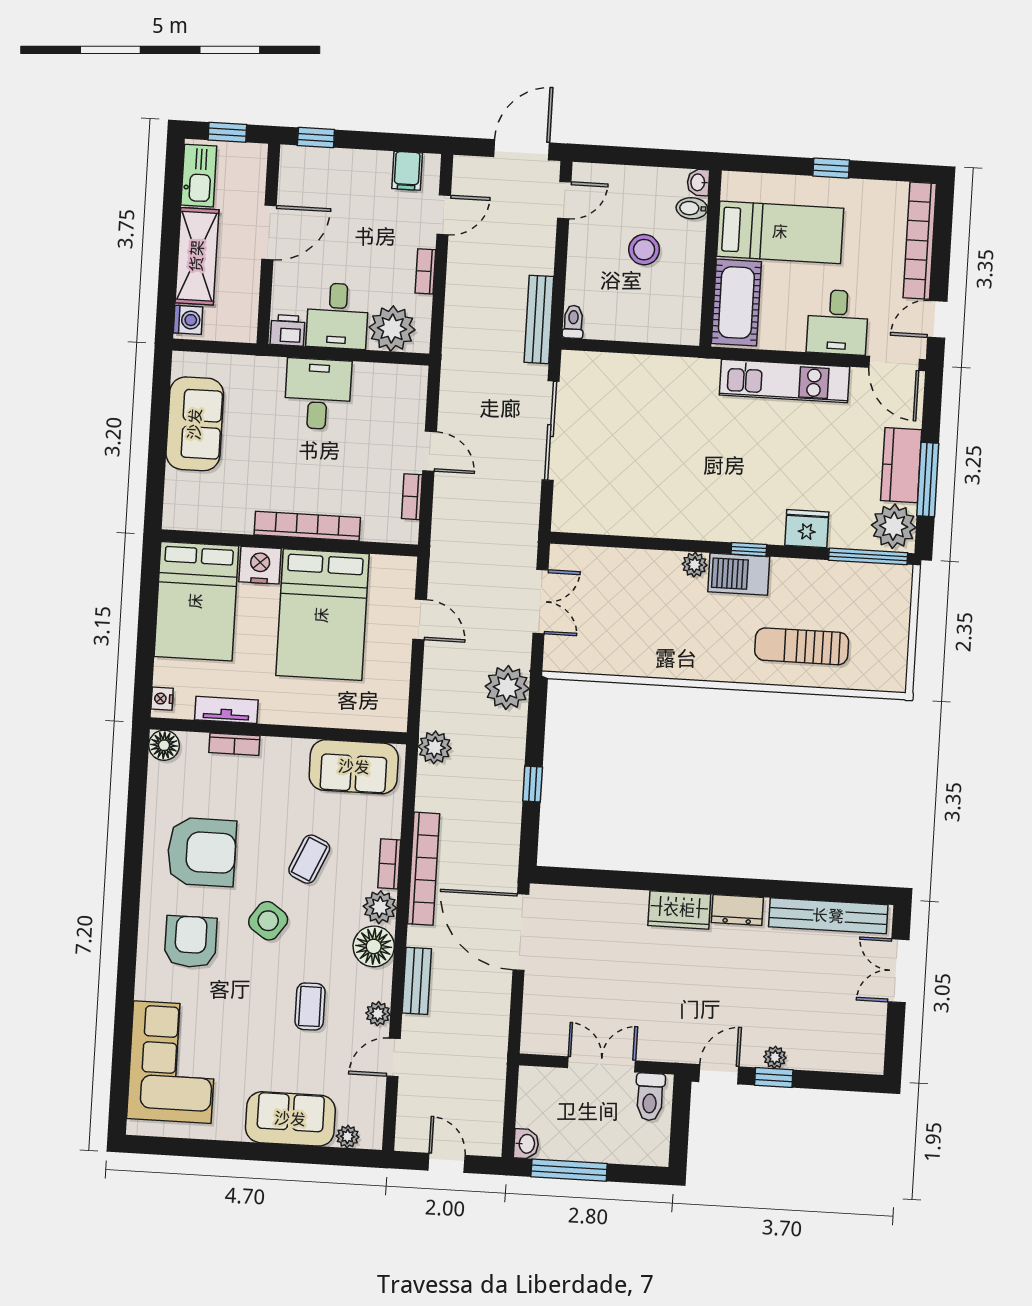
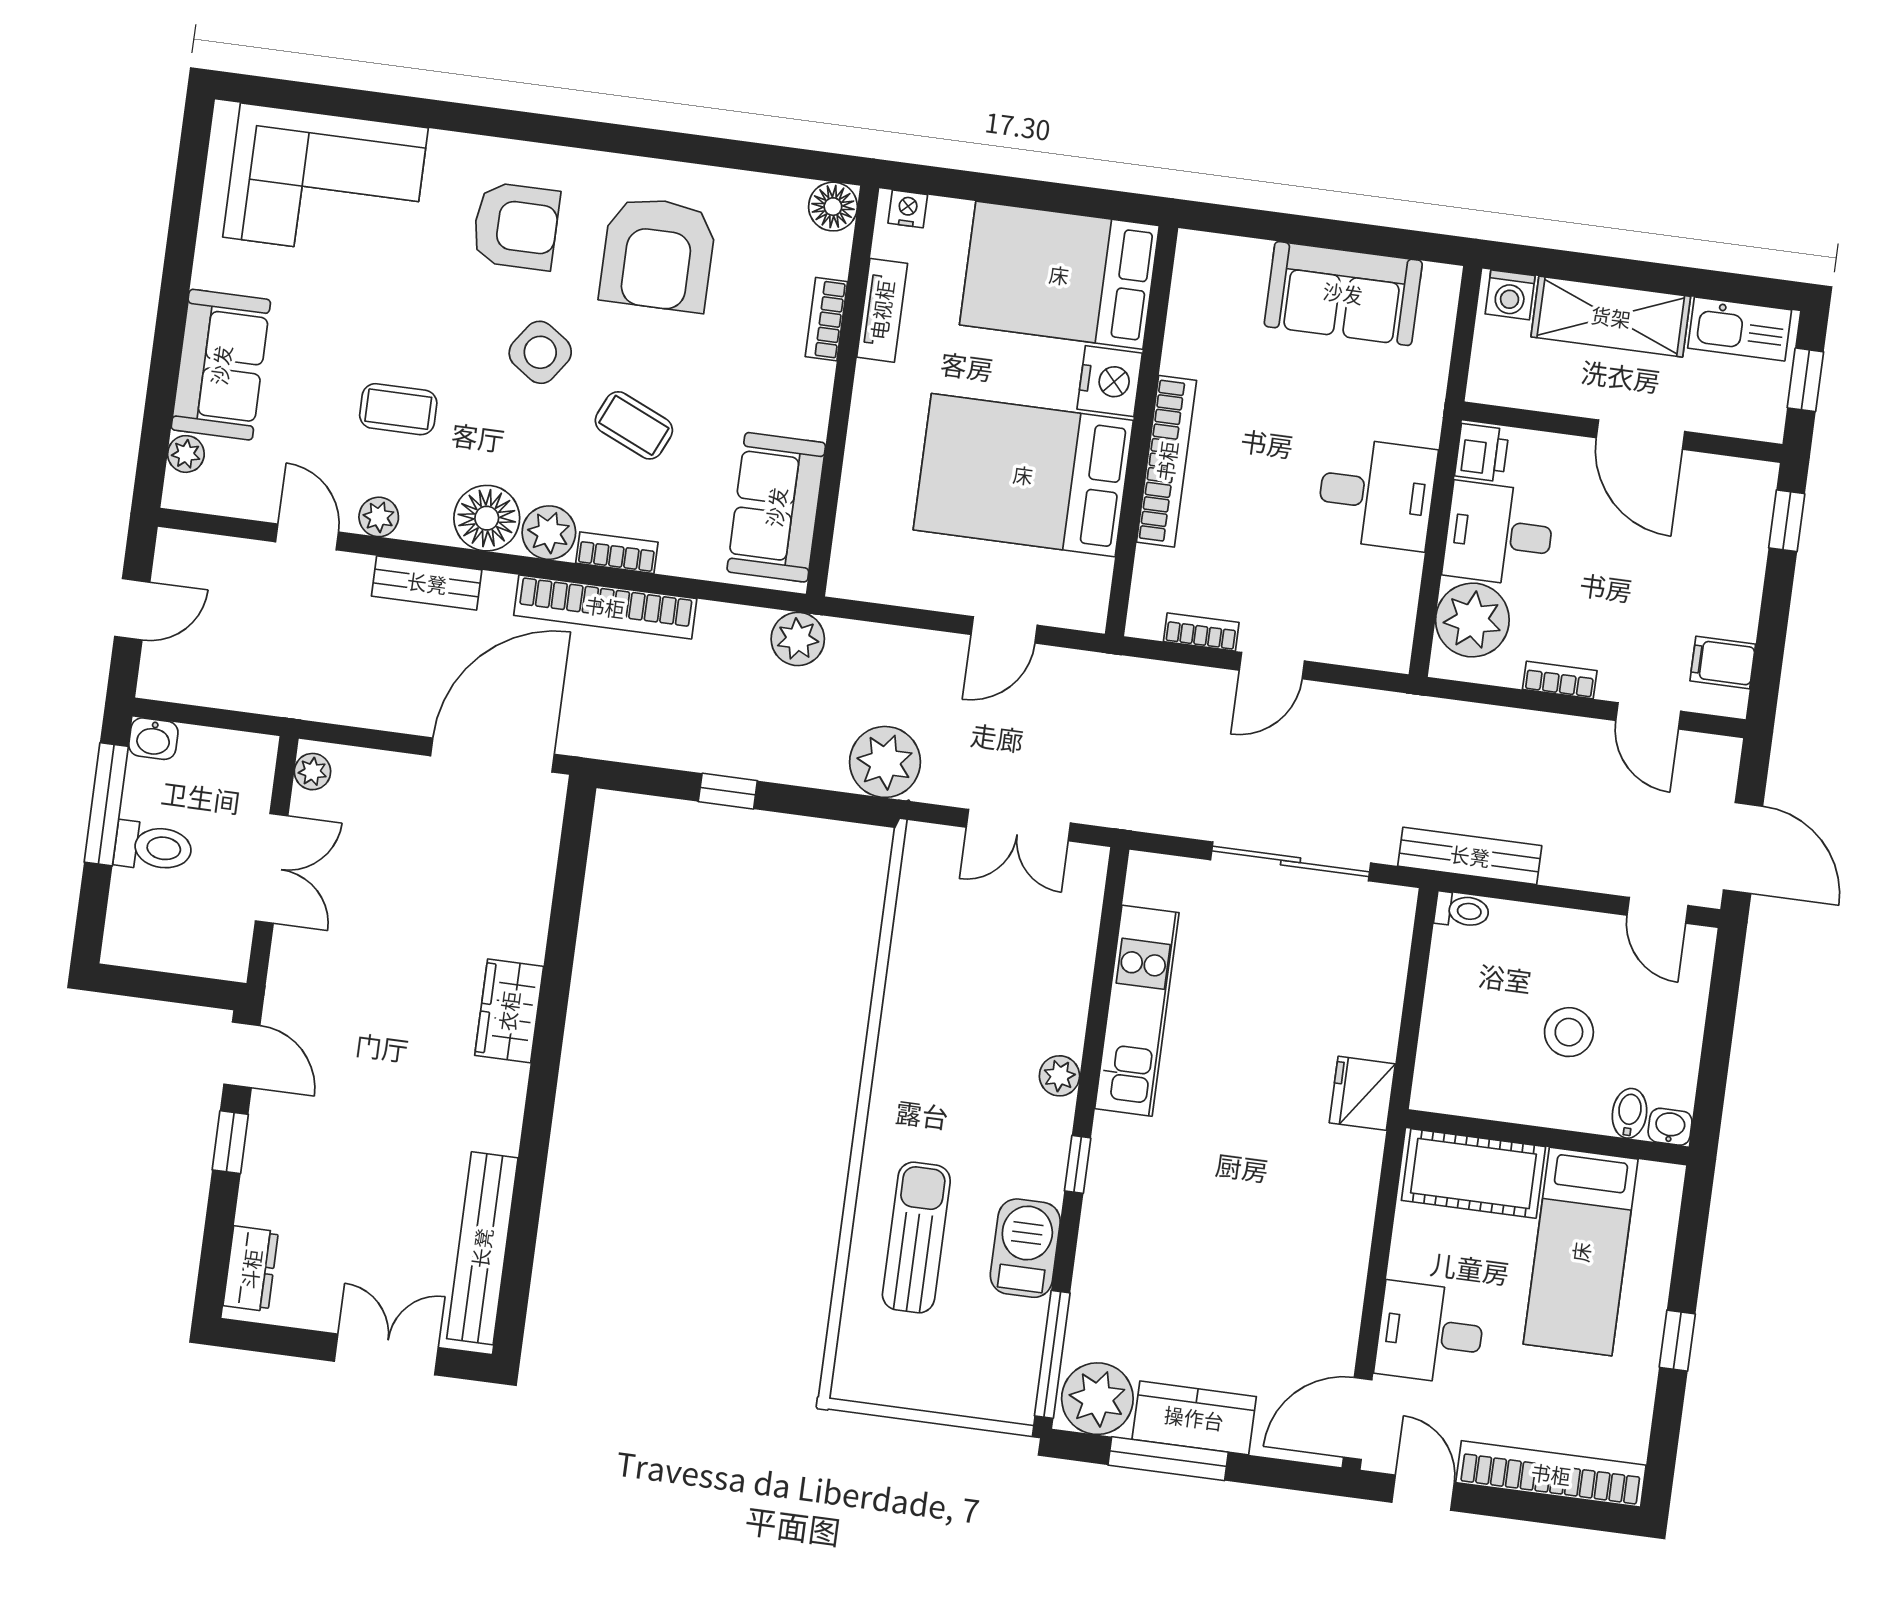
kitchen unit: (784, 381) -> (1137, 1011), moved, turned 180
fridge: (807, 529) -> (1362, 1093), moved, turned 180
barbecue: (739, 574) -> (1025, 1248), moved
dresser: (737, 910) -> (251, 1269), moved, turned 180
plant: (775, 1057) -> (312, 772), moved
toilet: (650, 1097) -> (153, 847), moved, turned 180

